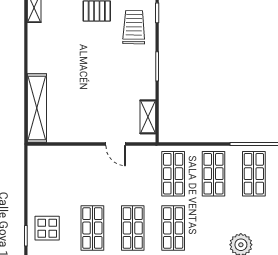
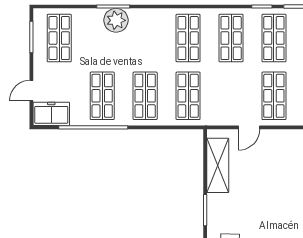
shelving: (148, 117) -> (218, 165), width x1.50, depth x1.33
door: (116, 144) -> (249, 127), swing flipped
shop shelf: (92, 174) -> (274, 96), added

